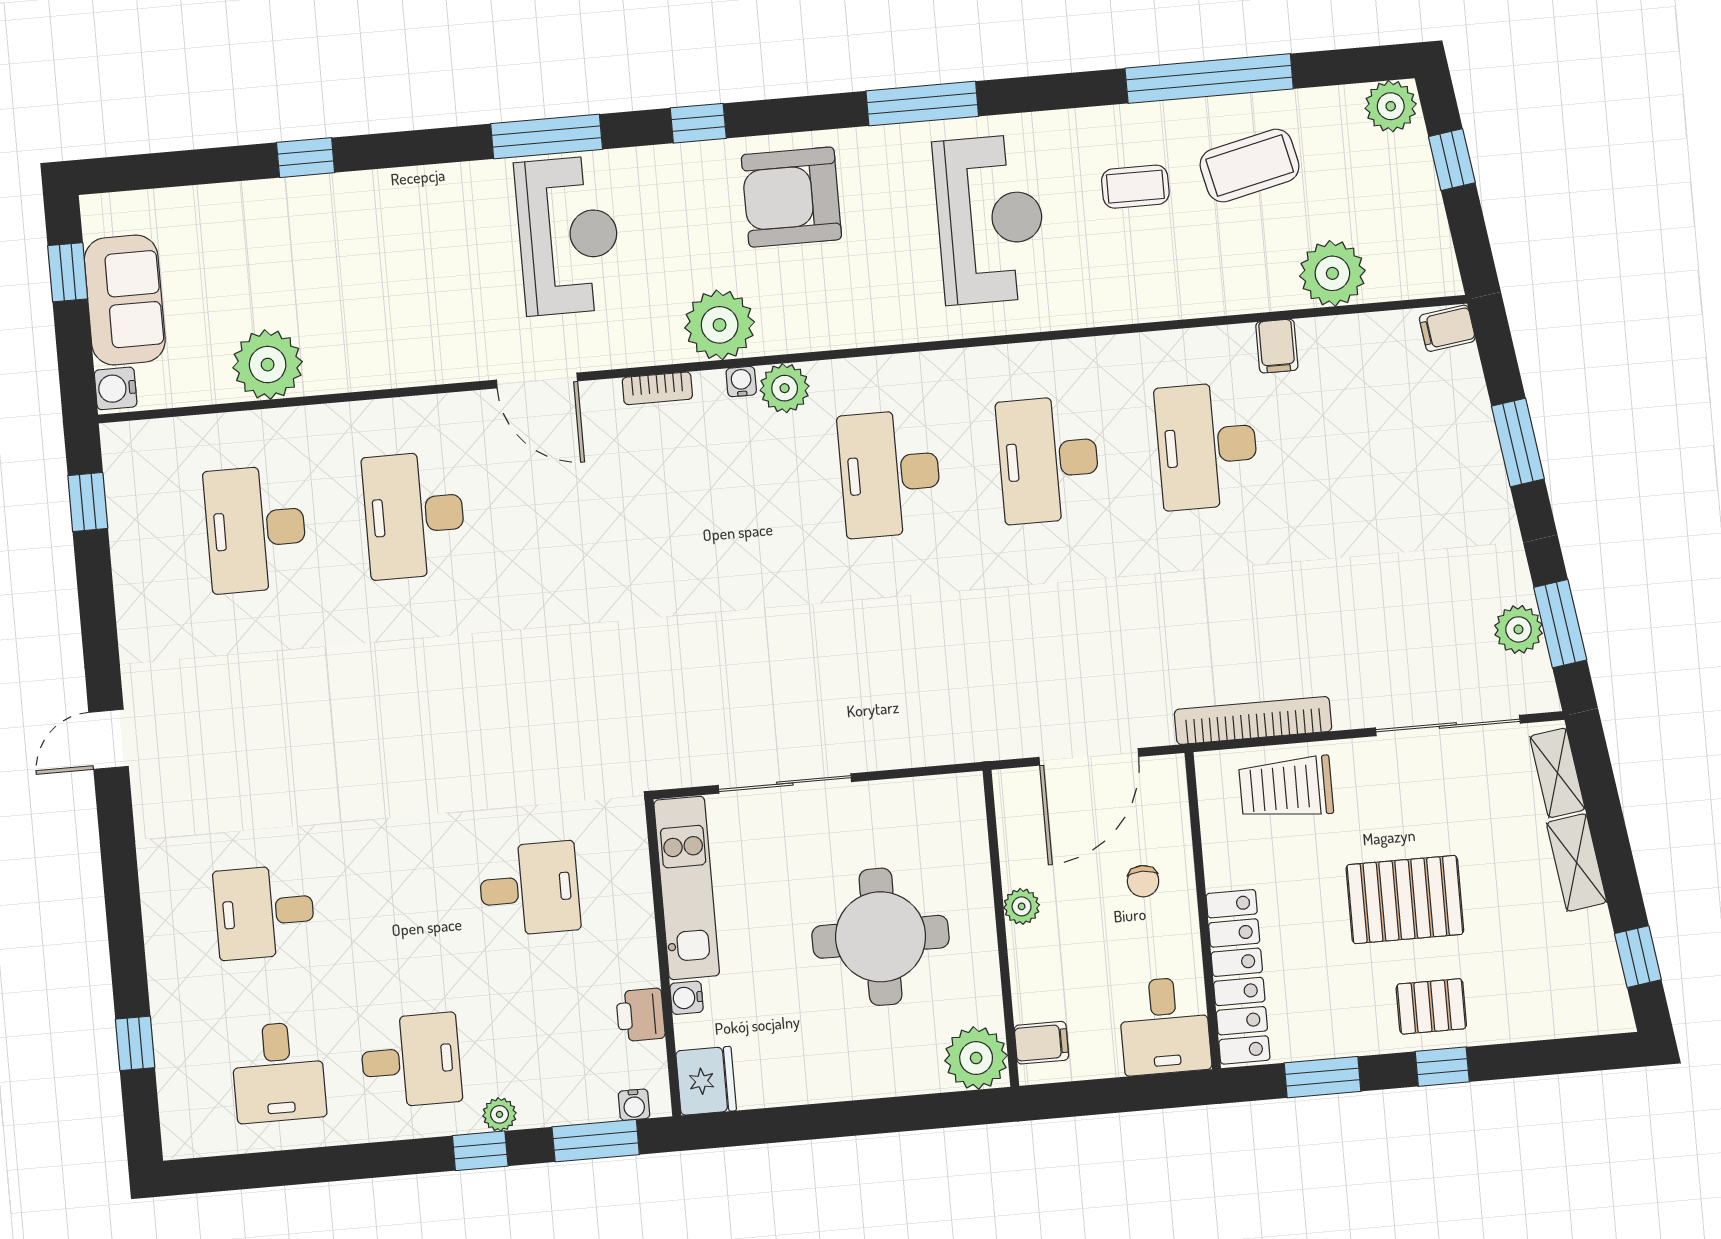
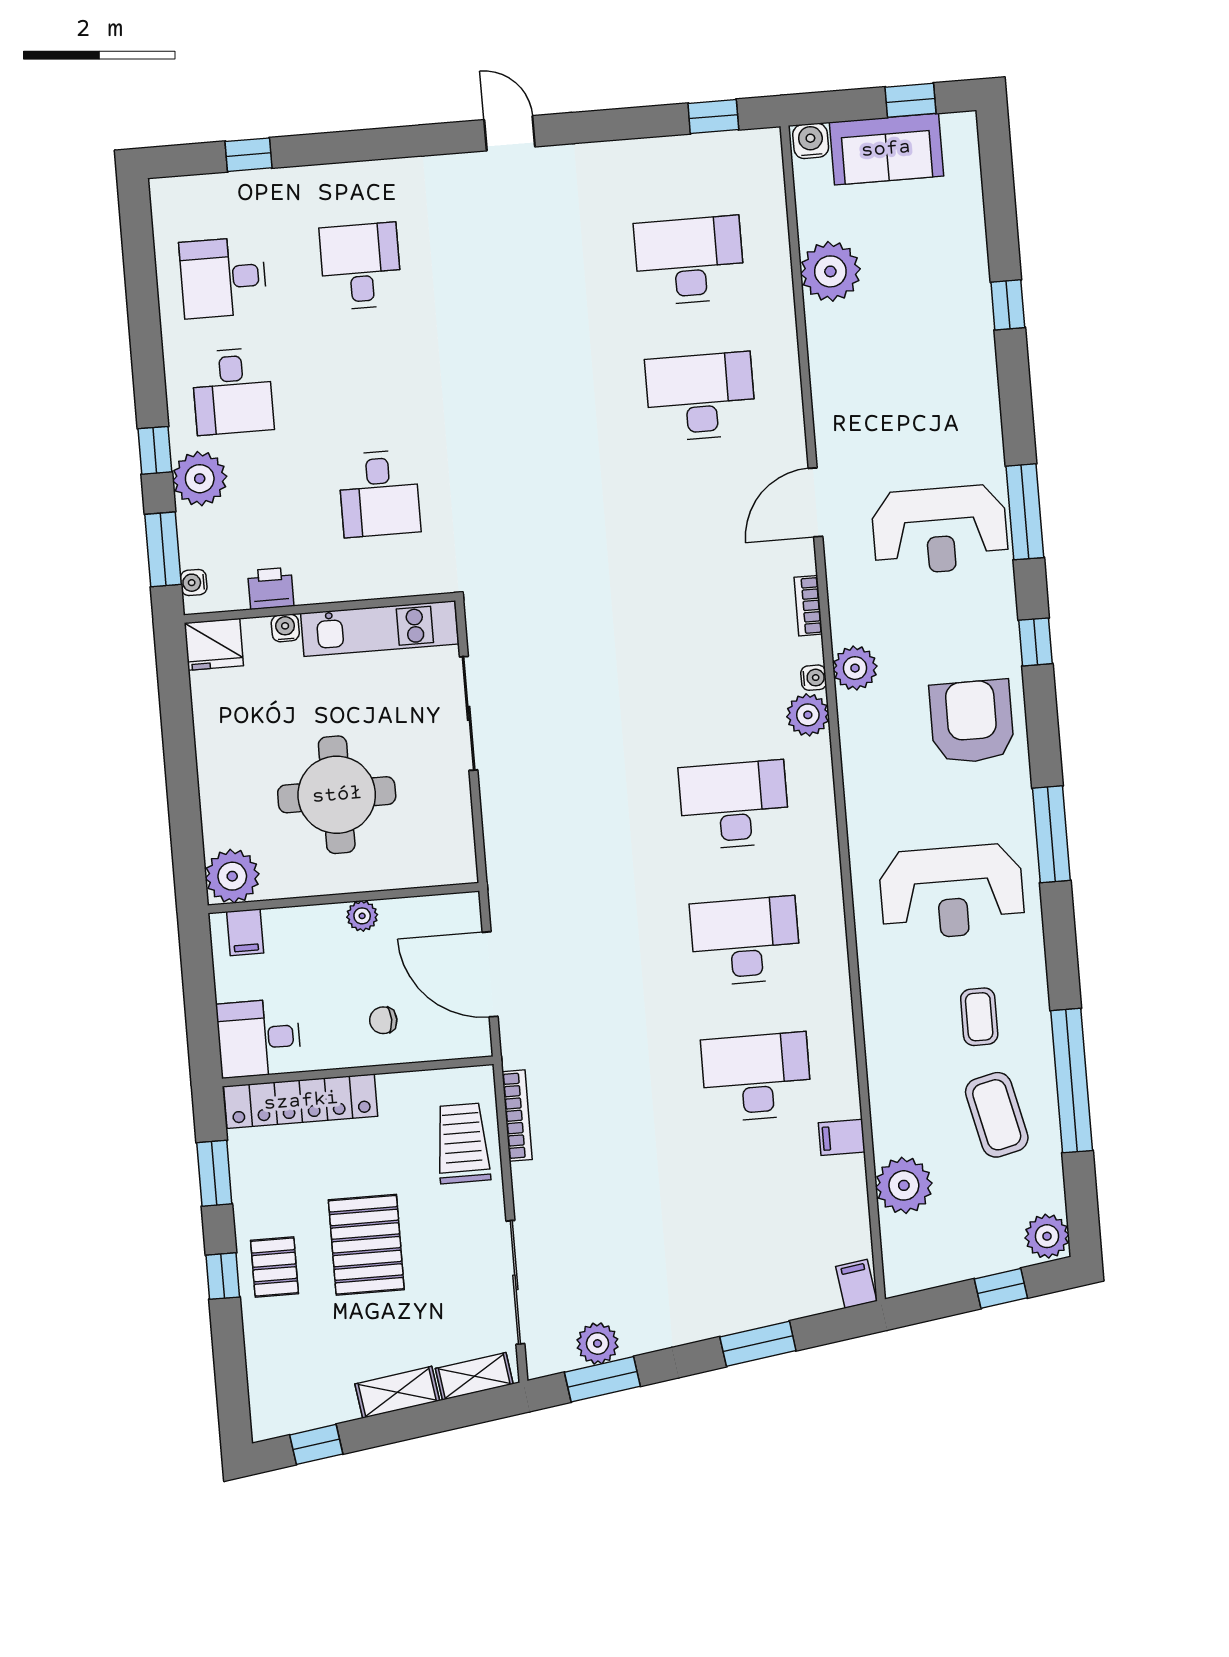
plant: (720, 325) -> (855, 668), width x0.73, depth x0.73
bookcase: (1253, 720) -> (517, 1116), width x0.68, depth x0.76
plant: (499, 1114) -> (200, 479), width x1.88, depth x1.88

